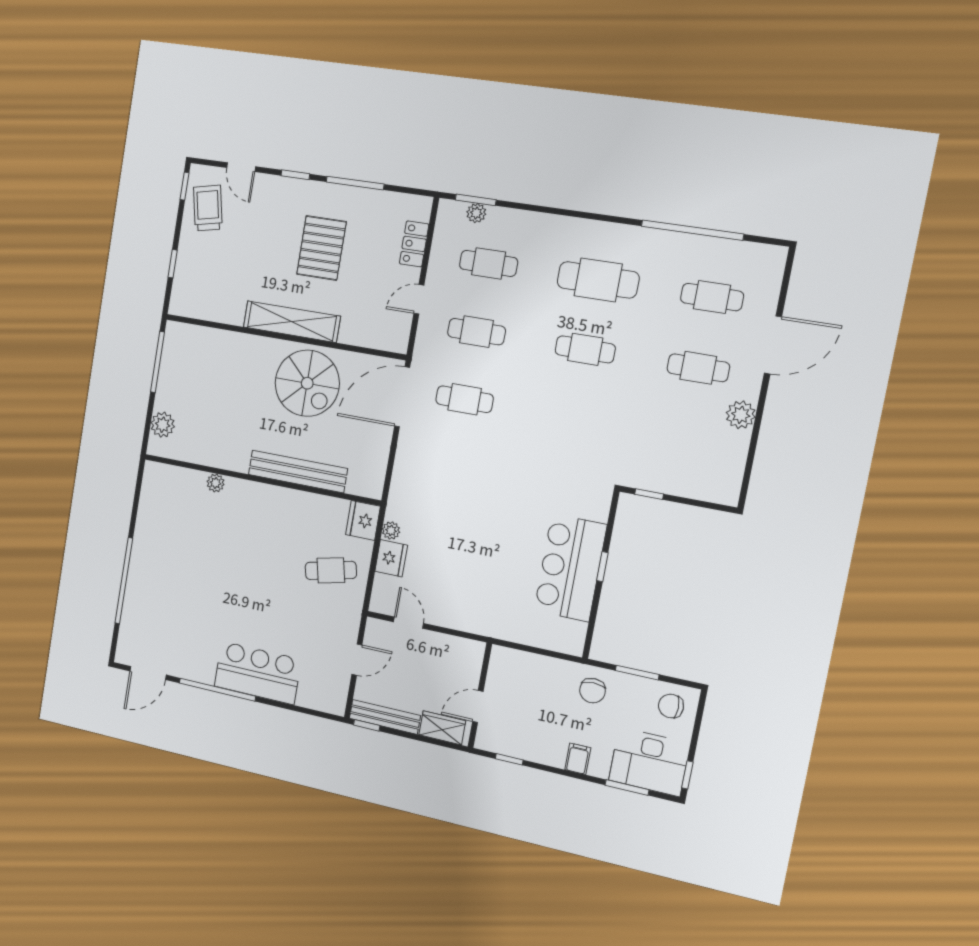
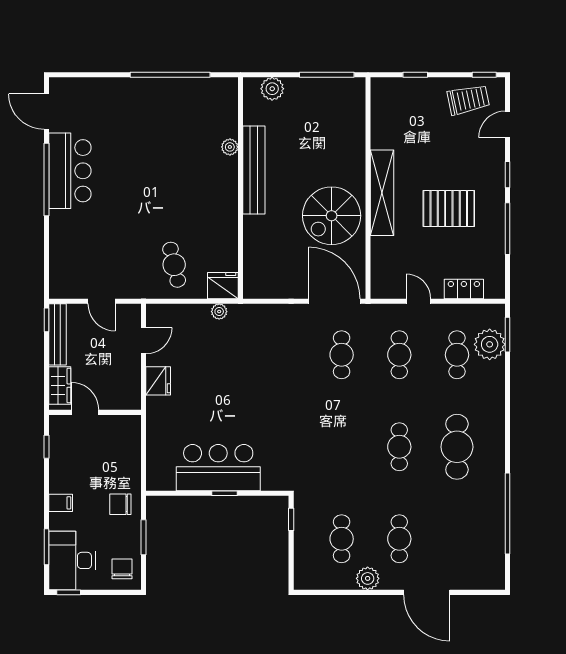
plant: (476, 213) -> (490, 344), width x1.87, depth x1.87
cafe table: (712, 297) -> (342, 539), moved
bench: (298, 472) -> (254, 170), moved
fridge: (391, 558) -> (158, 381), moved, turned -90
window: (124, 581) -> (170, 75), moved
bar counter: (258, 673) -> (70, 171), moved

